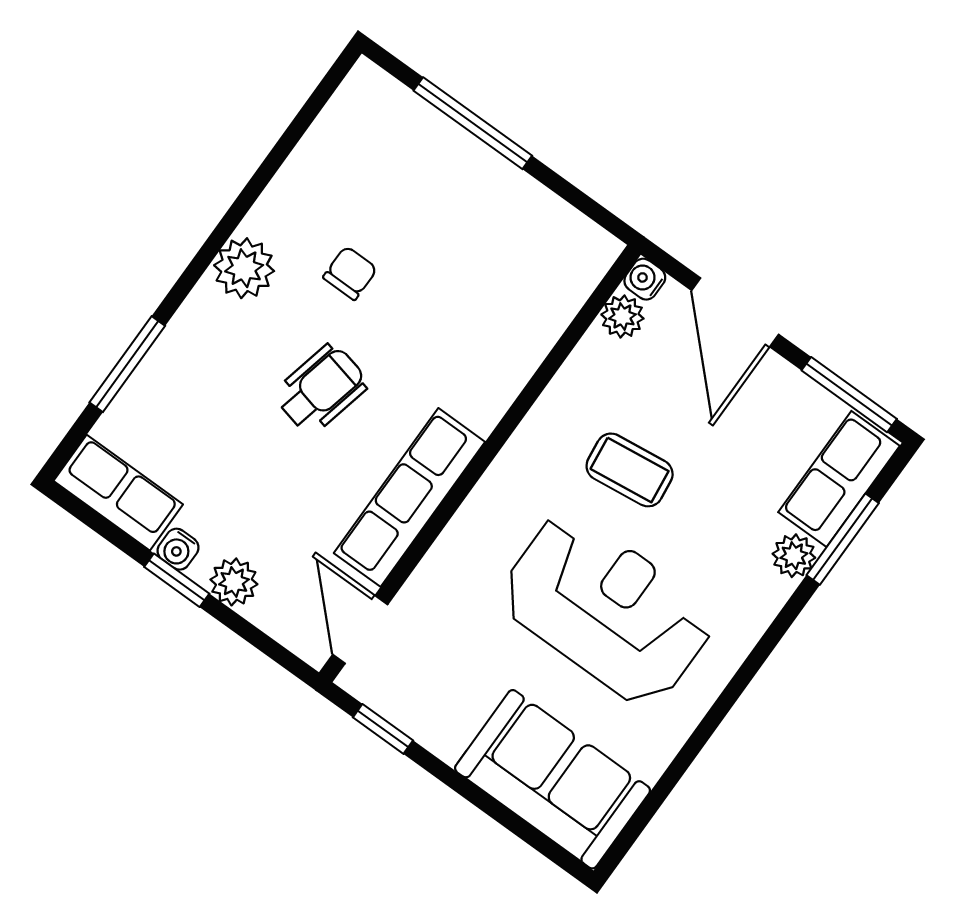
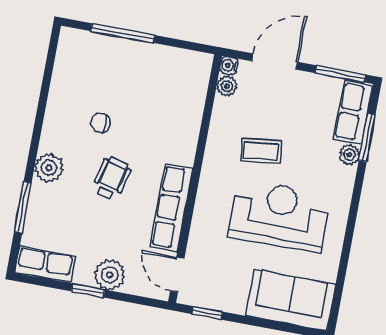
plant: (244, 268) -> (49, 168), moved
chair: (350, 273) -> (100, 123), turned -90
door: (735, 312) -> (275, 62), swing flipped
water cooler: (178, 549) -> (82, 277), removed
plant: (234, 582) -> (110, 275), width x1.38, depth x1.38

